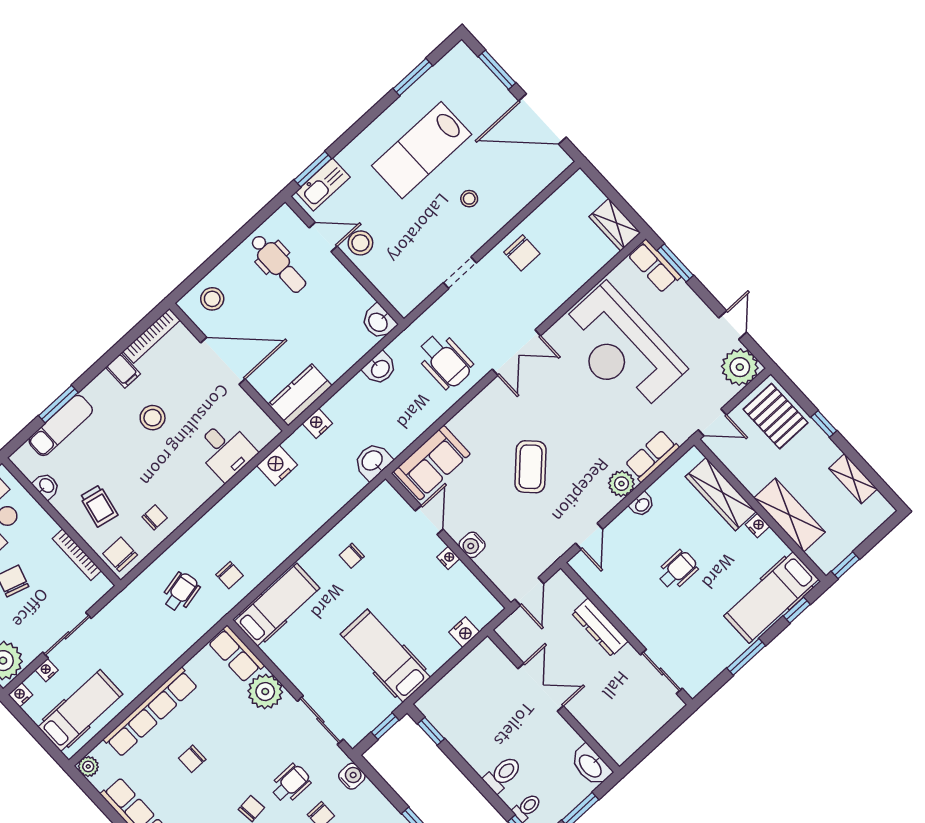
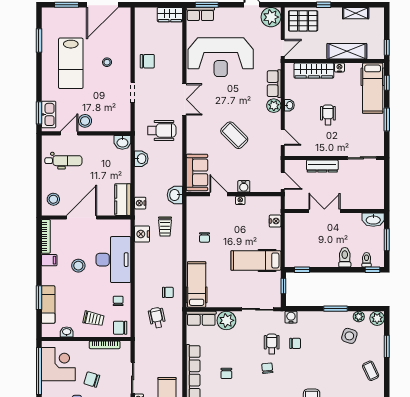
desk: (225, 450) -> (113, 260), width x1.87, depth x1.30
trolley: (317, 487) -> (165, 226), added

